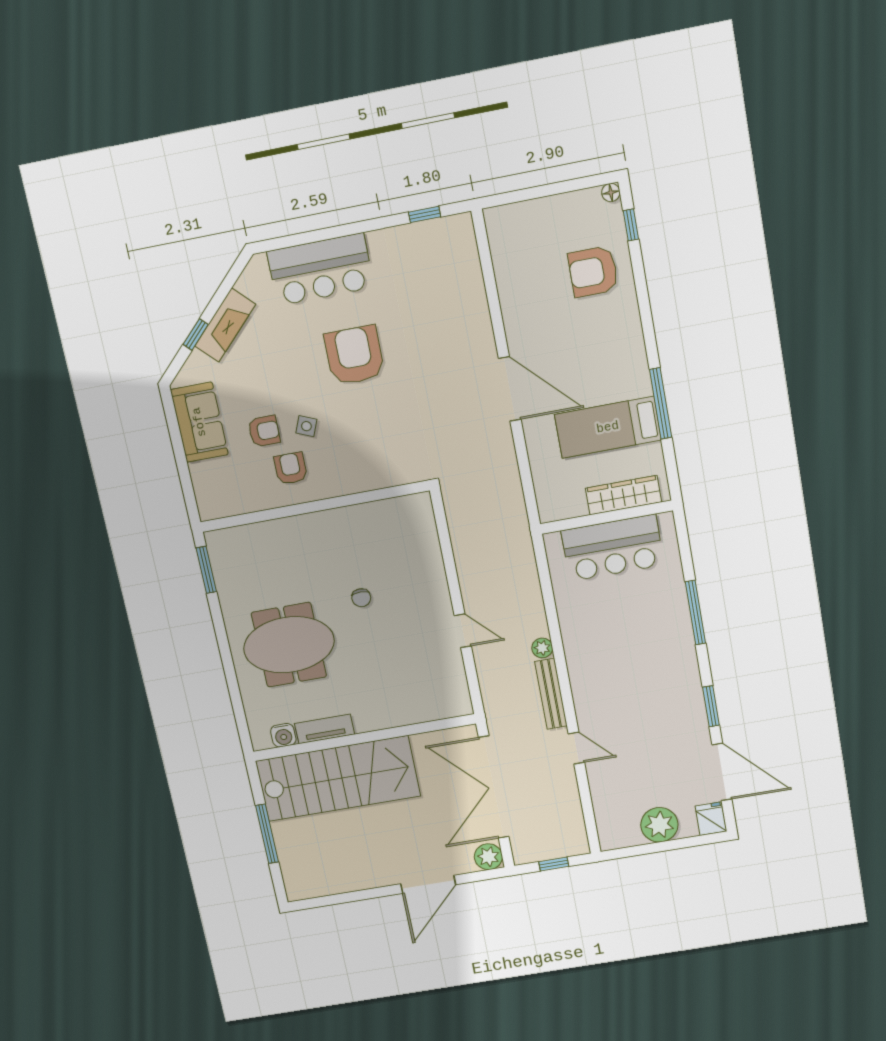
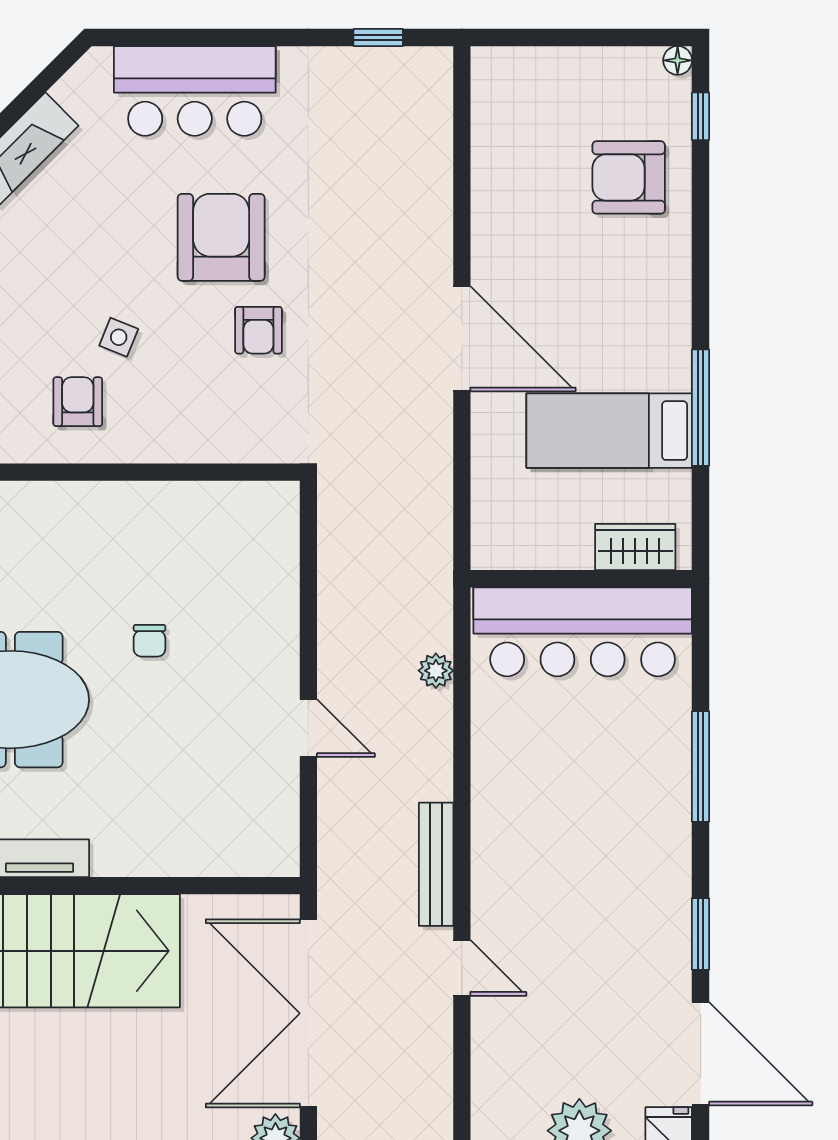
armchair: (264, 431) -> (258, 330), moved, turned 90
wardrobe: (623, 495) -> (635, 547), width x0.67
bar counter: (613, 548) -> (583, 632), width x1.36
plant: (542, 648) -> (436, 671), moved

